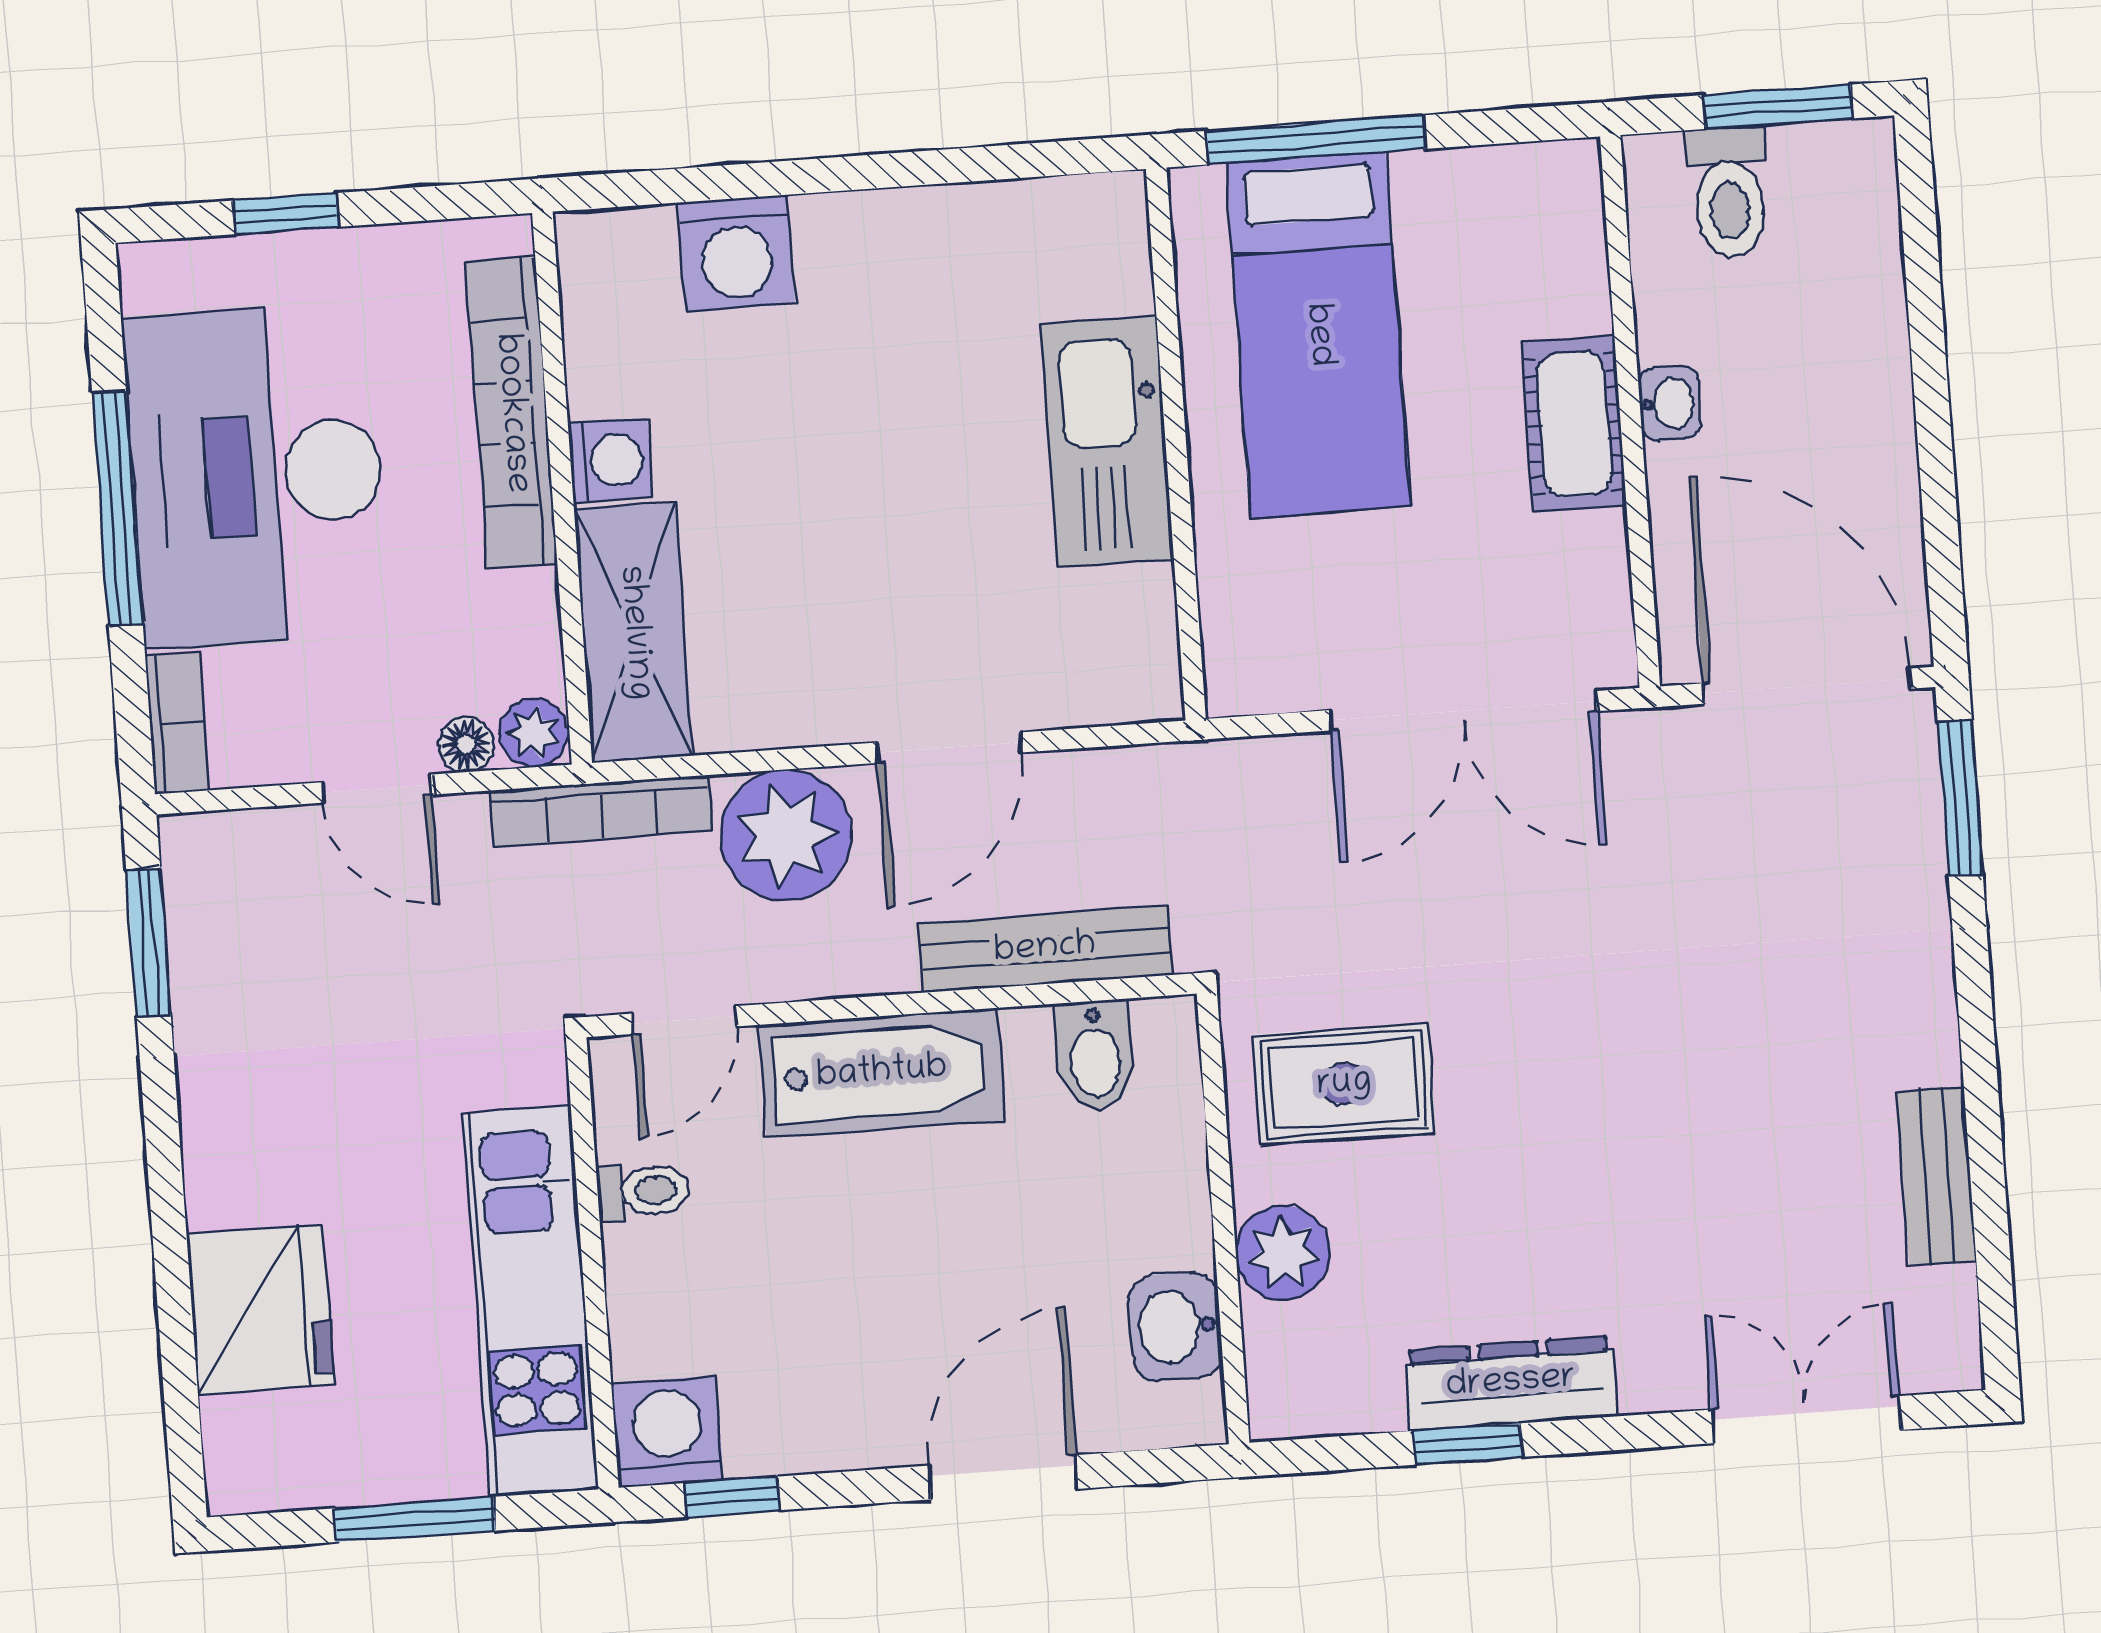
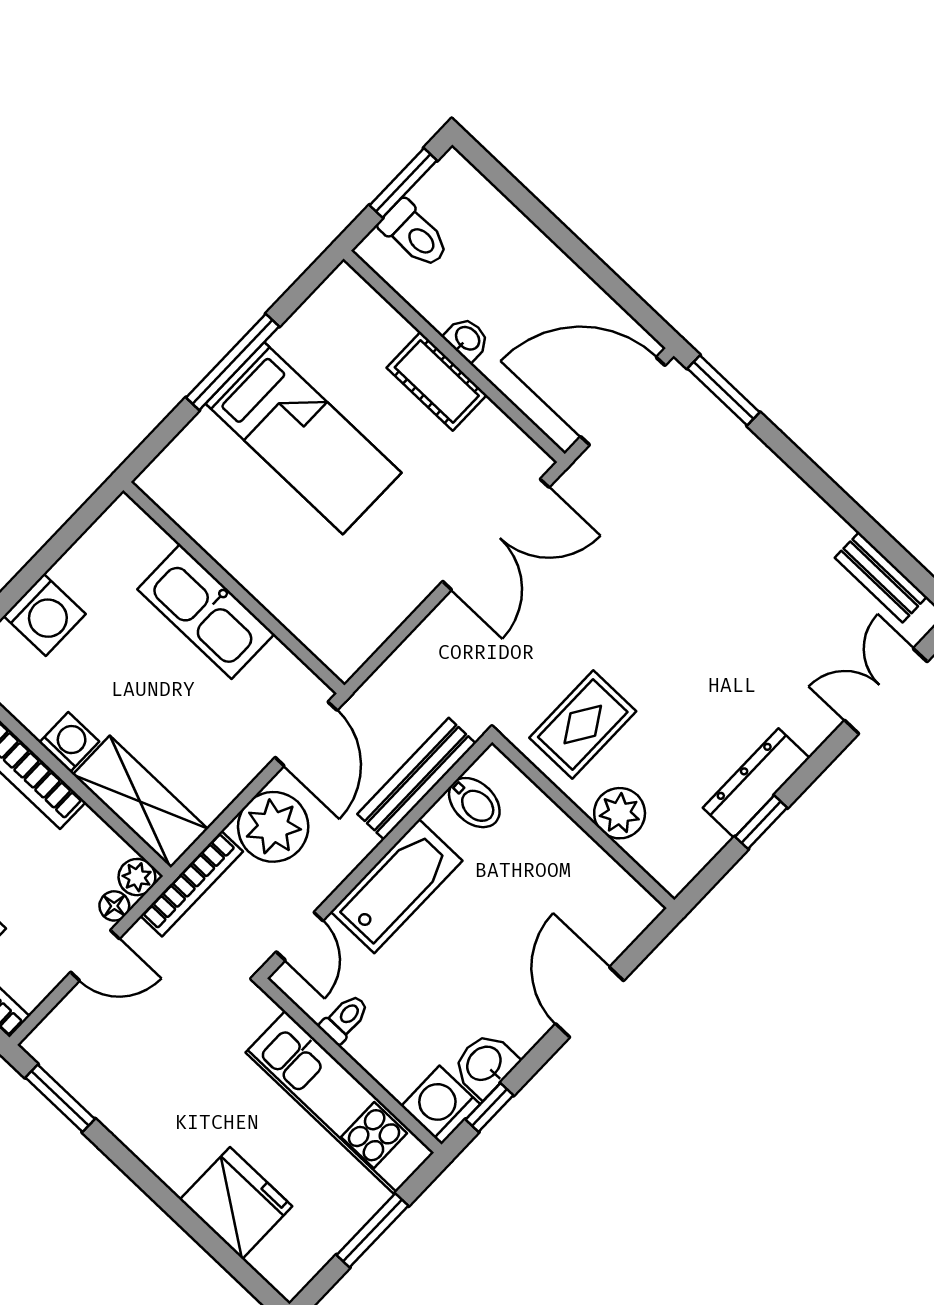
kitchen sink: (1107, 442) -> (206, 612), moved
wall: (1176, 444) -> (234, 588), moved
bench: (1937, 1176) -> (881, 577), moved
washbasin: (1175, 1327) -> (485, 1064), moved, turned 90

